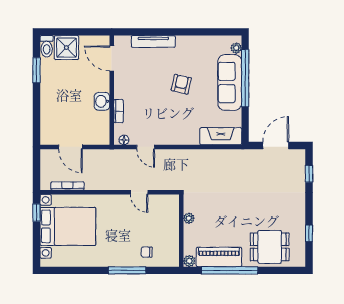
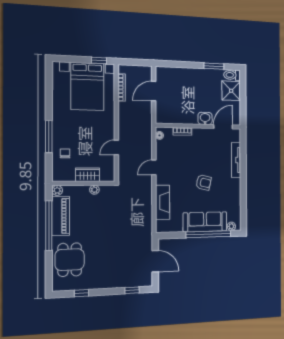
washbasin: (102, 101) -> (205, 118), moved
fireplace: (221, 136) -> (163, 202), moved
door: (146, 147) -> (154, 167), moved
wardrobe: (171, 226) -> (88, 175), added

